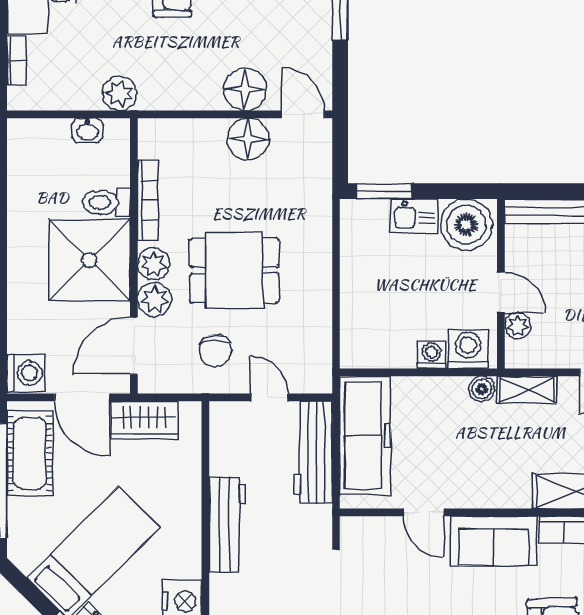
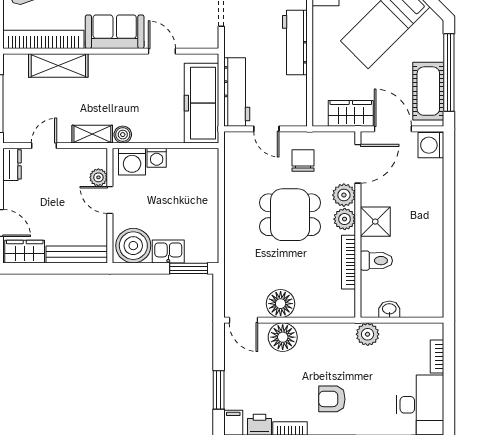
shower: (89, 260) -> (375, 222), width x0.54, depth x0.54

